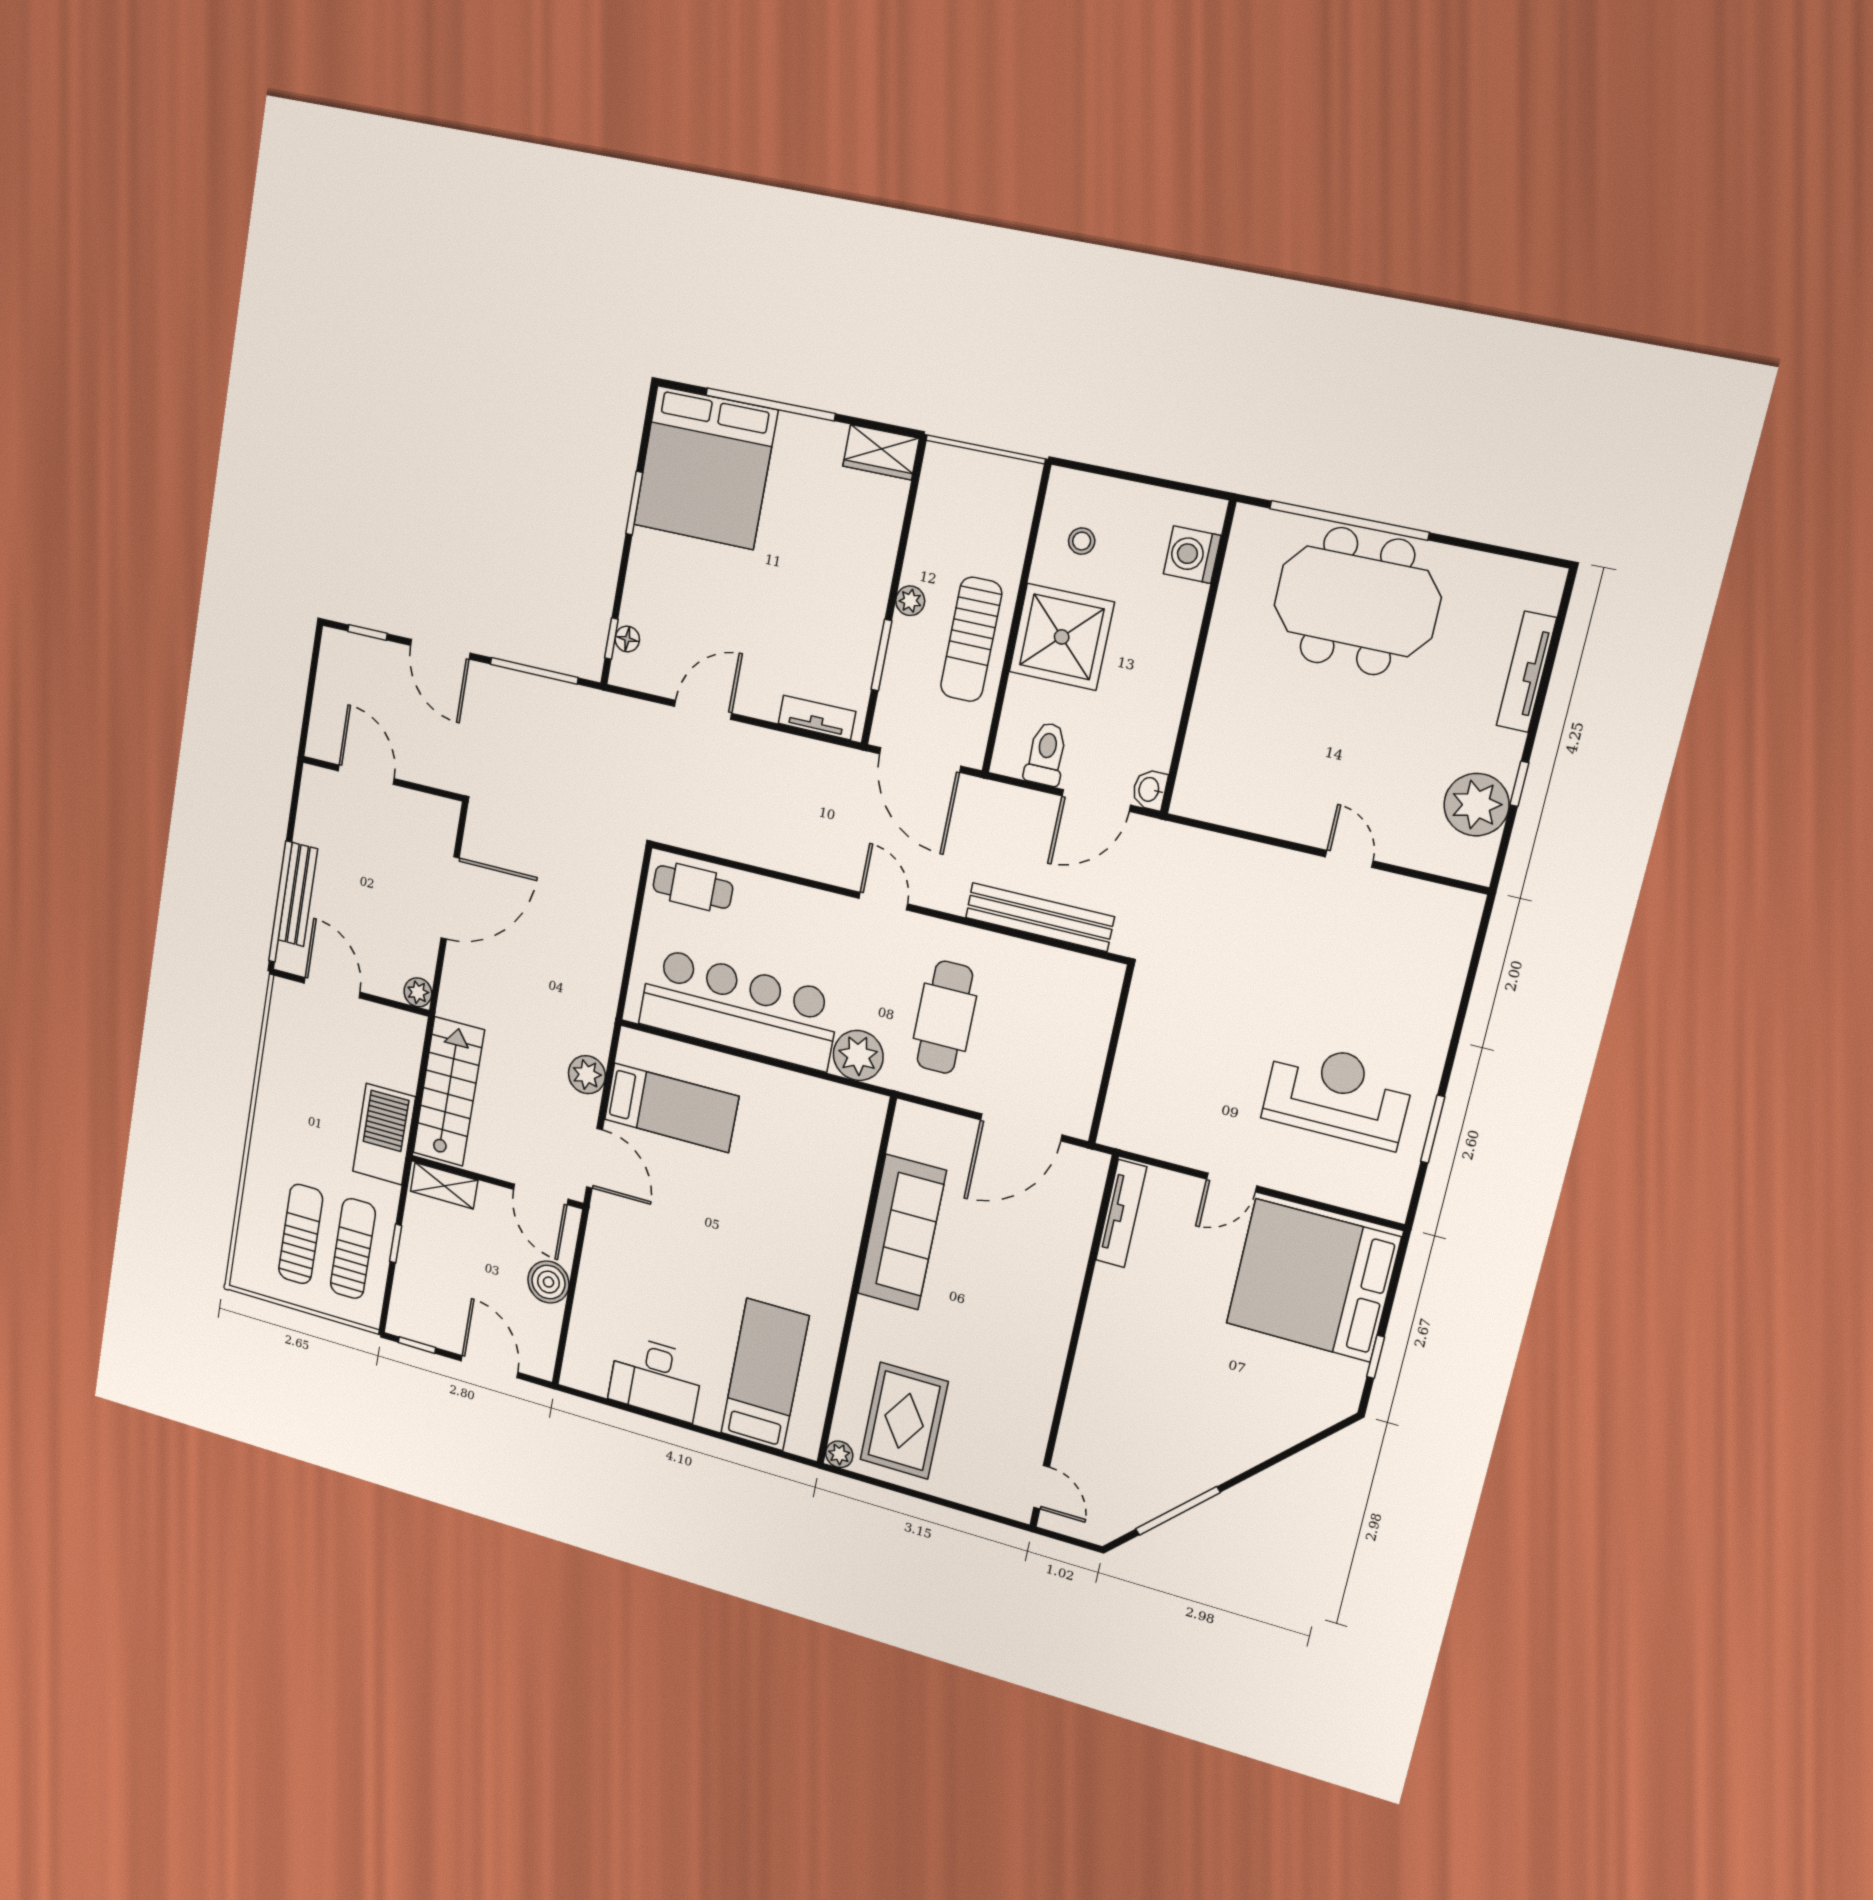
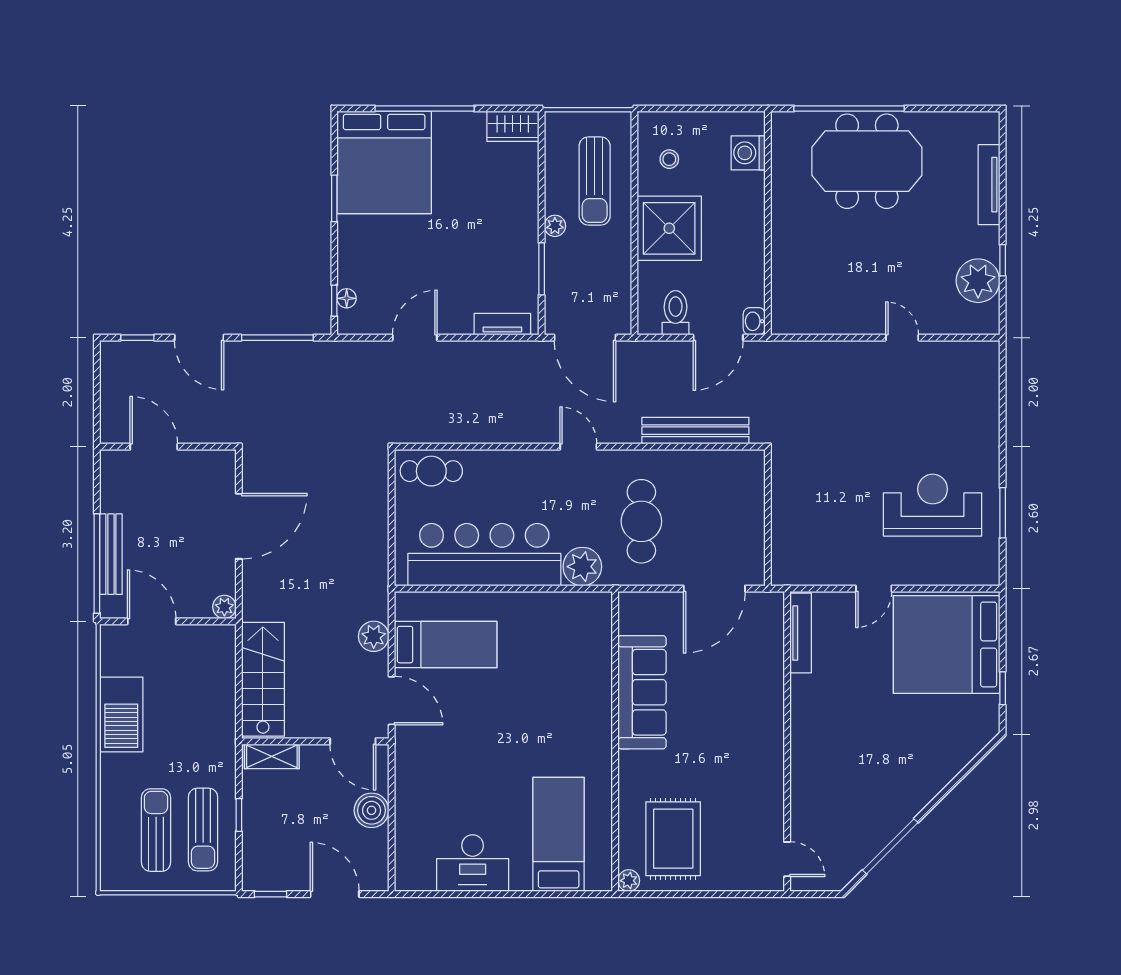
sun lounger: (971, 639) -> (595, 181), moved
barbecue: (384, 1134) -> (121, 714), moved, turned 180
sun lounger: (353, 1249) -> (203, 829), turned 180

